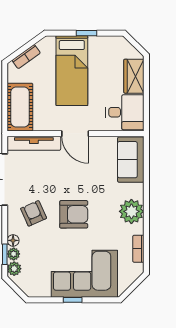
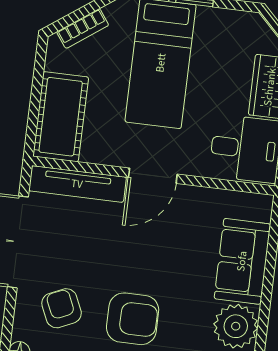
door: (75, 134) -> (153, 176), hinge flipped
sofa: (131, 160) -> (242, 261), moved

